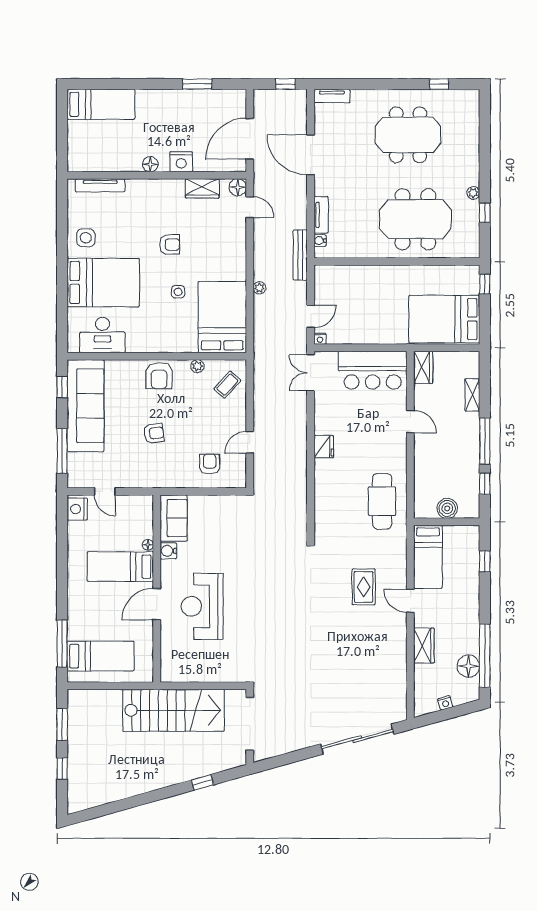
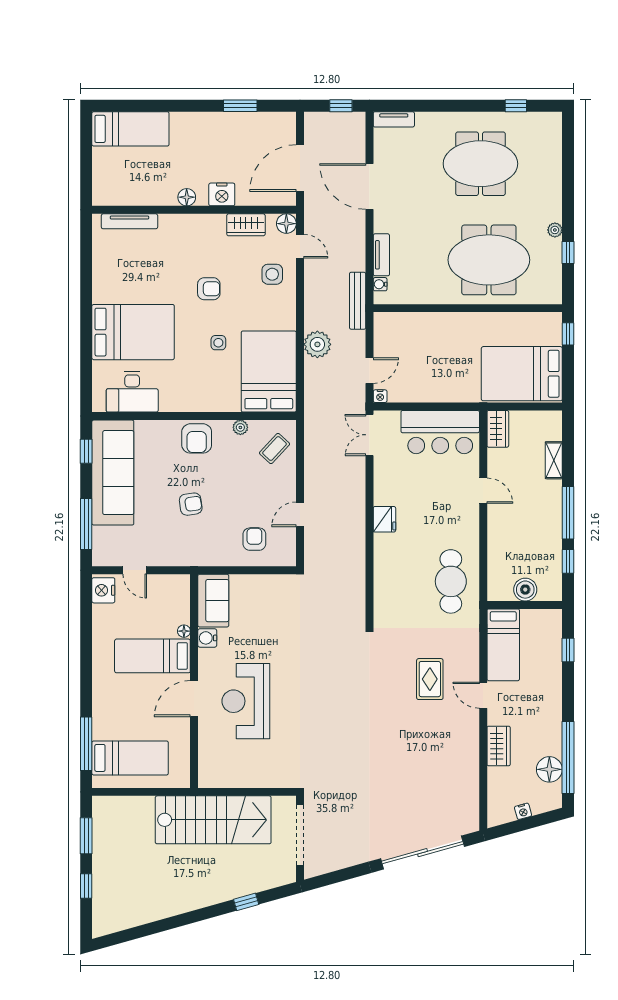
side table: (86, 238) -> (272, 274), moved
plant: (259, 288) -> (317, 344), width x1.88, depth x1.88

